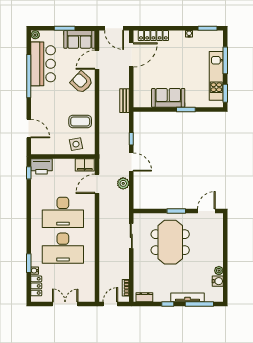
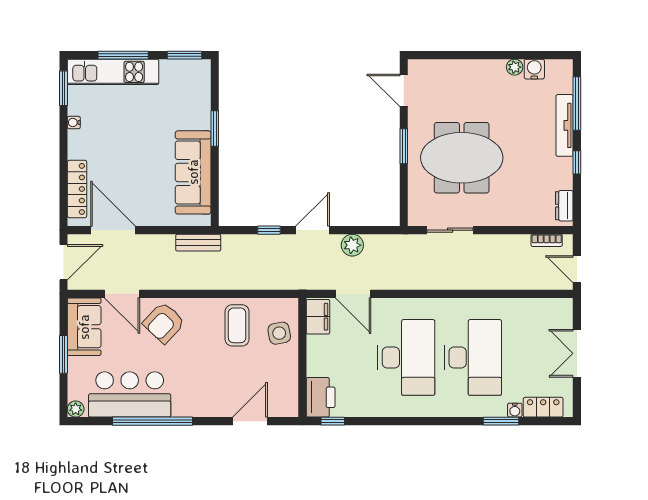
kitchen unit: (216, 76) -> (113, 72), moved
sofa: (168, 98) -> (193, 172), width x1.36

